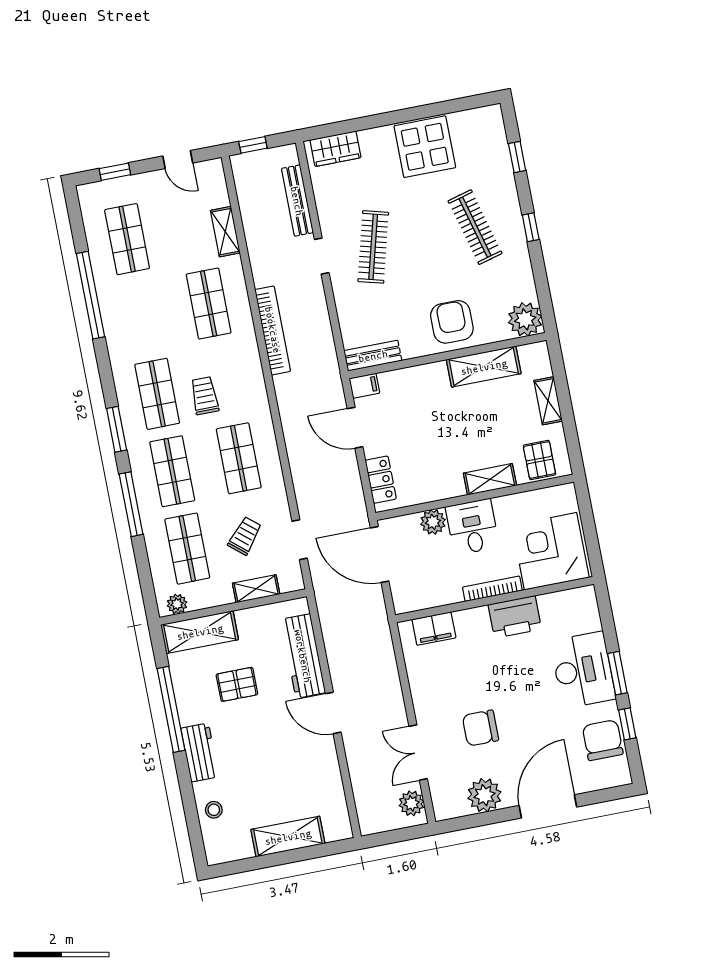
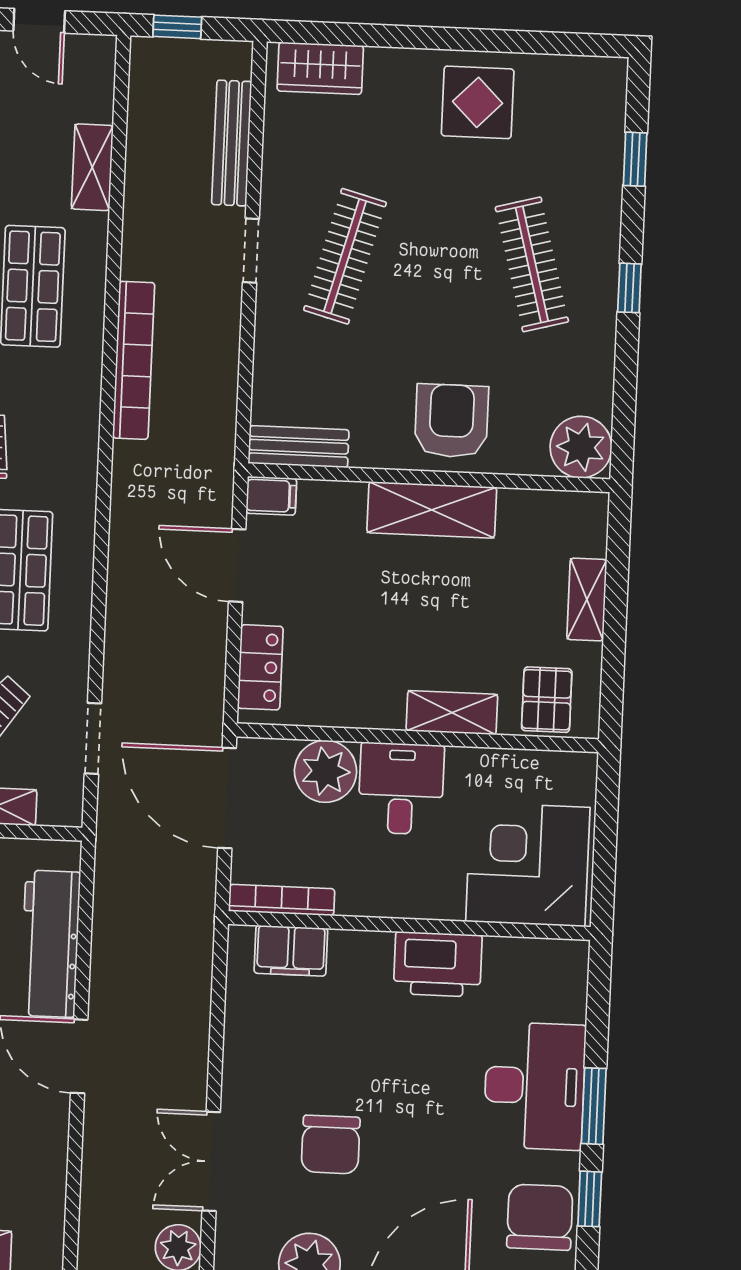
display table: (425, 147) -> (478, 102), width x0.73, depth x0.73
shelving: (484, 367) -> (432, 510), moved
plant: (433, 522) -> (326, 771), width x1.36, depth x1.36
bookcase: (492, 589) -> (282, 900), moved
chair: (480, 728) -> (331, 1144), turned -90

